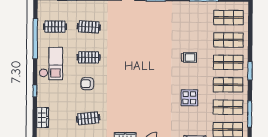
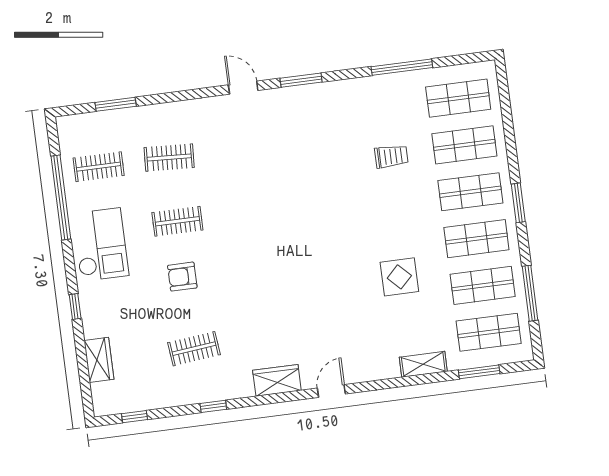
trolley: (189, 57) -> (391, 156), moved

